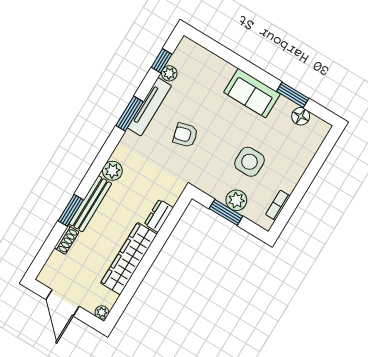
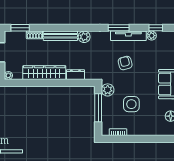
plant: (236, 200) -> (108, 90), moved
window: (71, 210) -> (20, 28), moved
window: (226, 212) -> (98, 108), width x1.44

